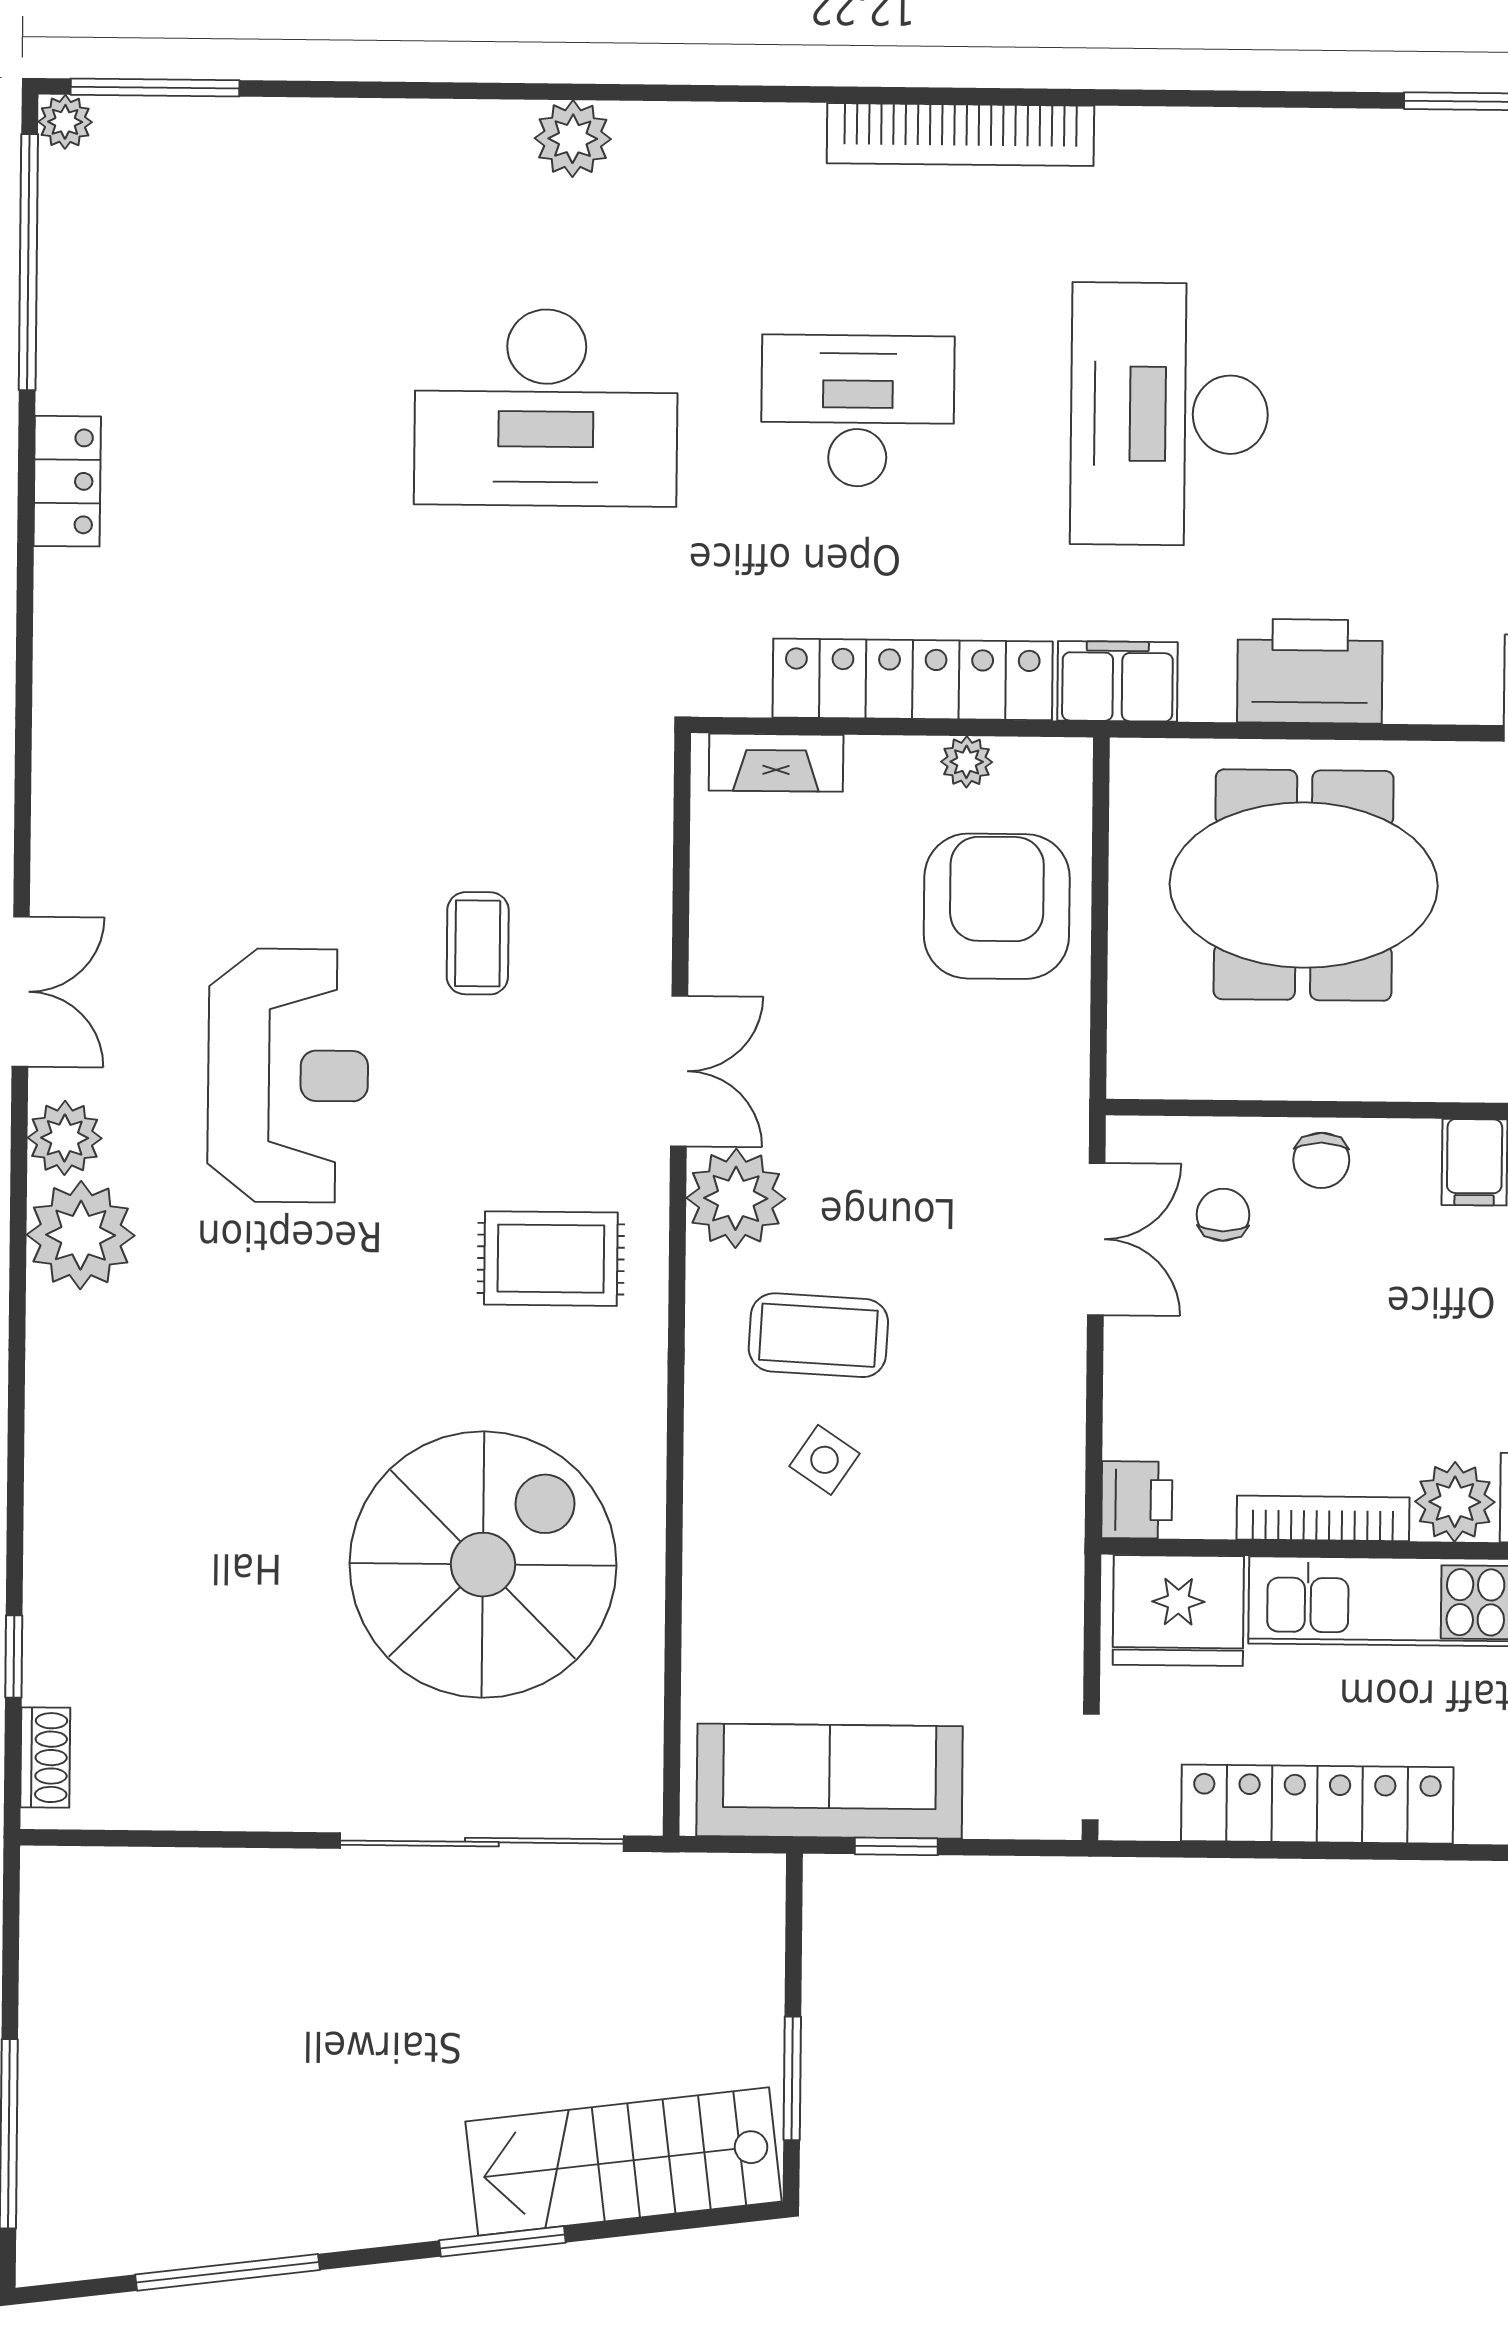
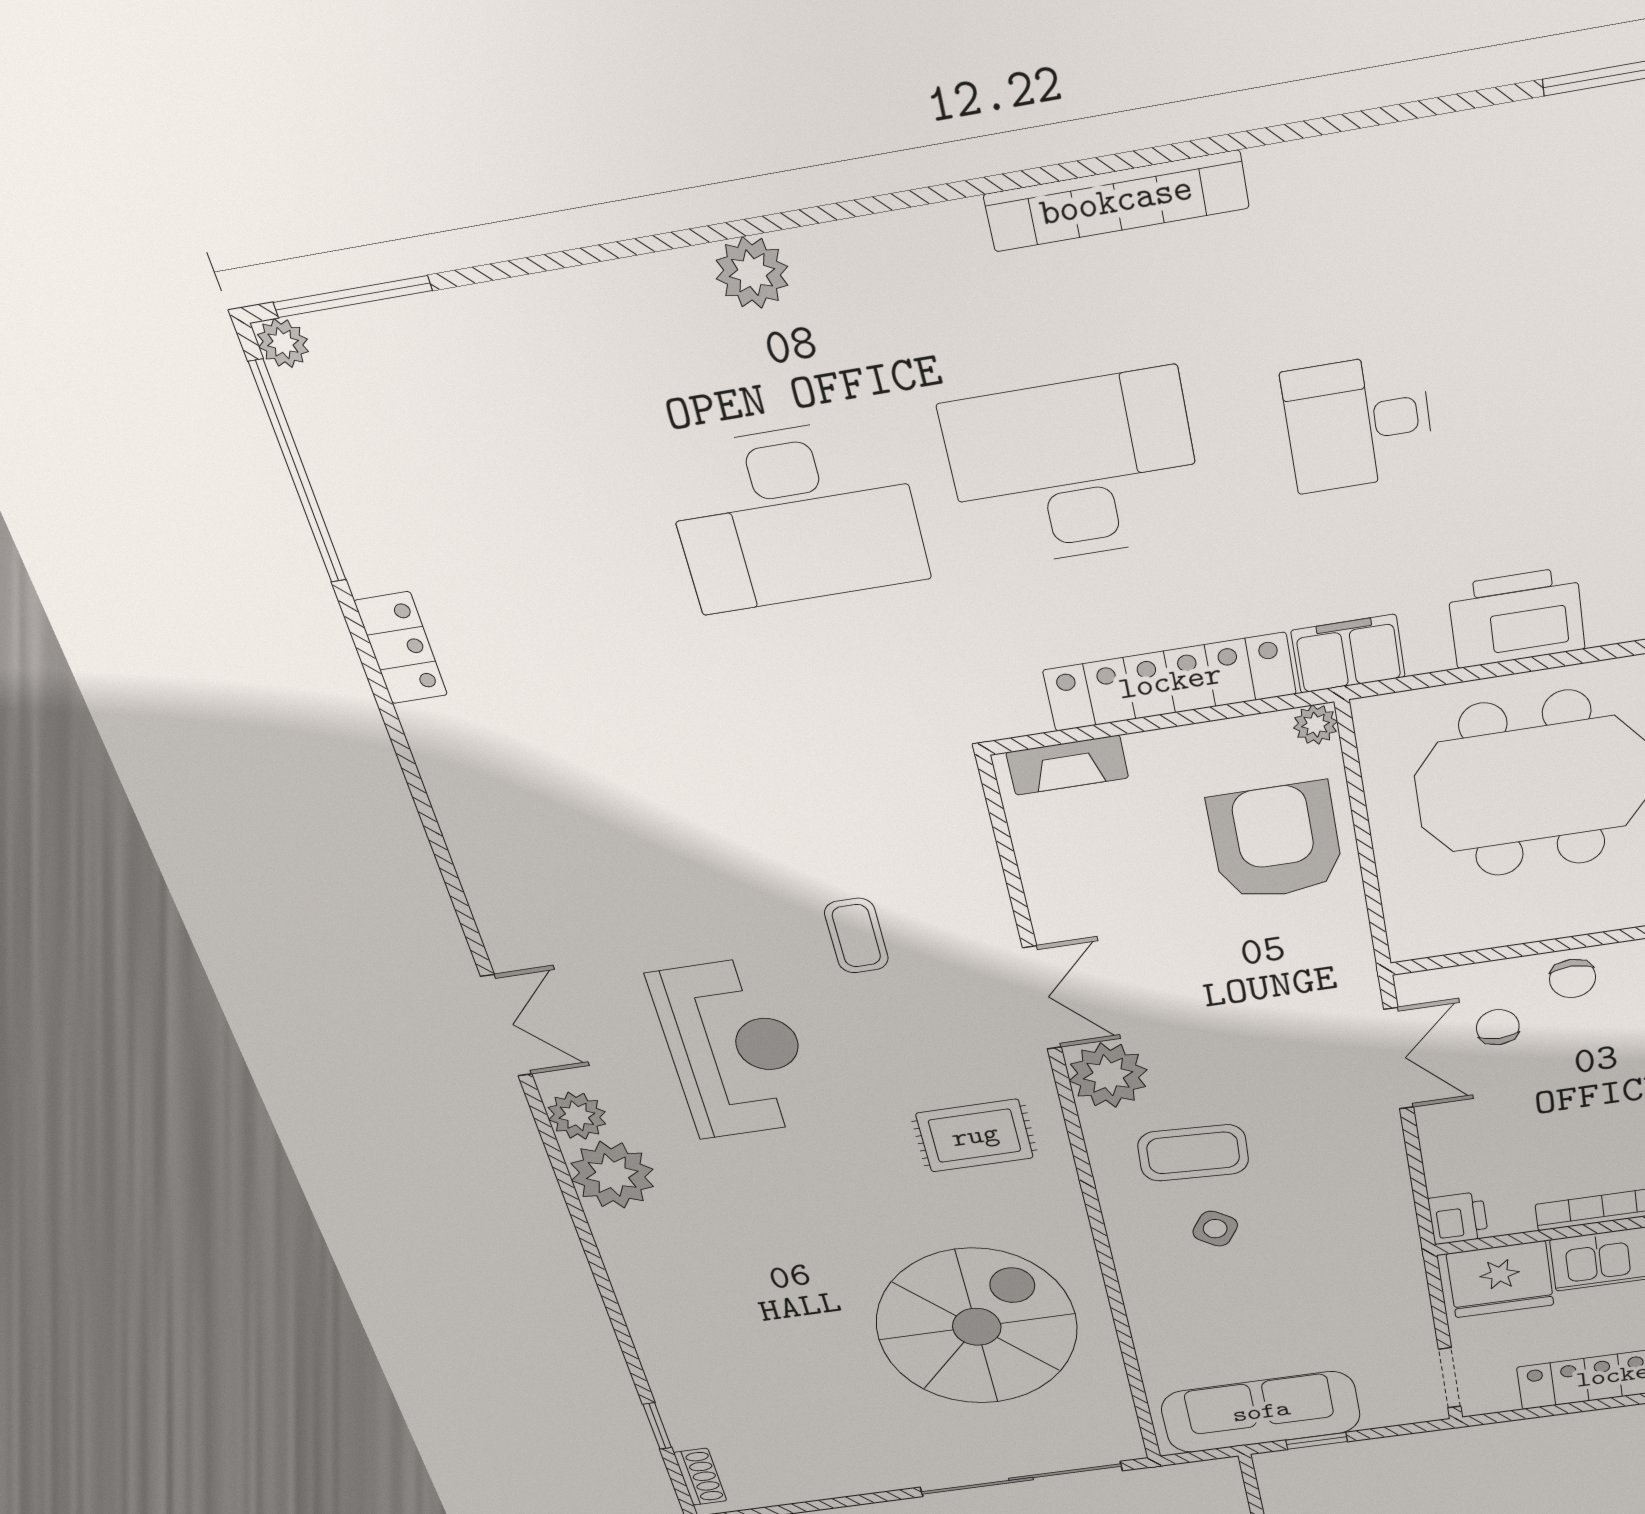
desk: (858, 411) -> (1074, 470), width x1.36, depth x1.30
desk: (1169, 414) -> (1358, 423), width x0.53, depth x0.77
plant: (967, 762) -> (1315, 725), moved

